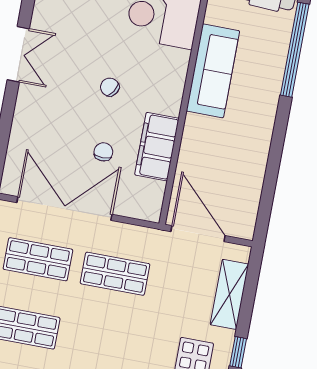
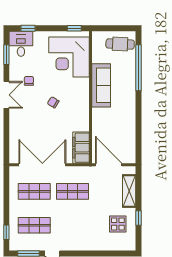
filing cabinet: (157, 147) -> (81, 148), moved
chair: (103, 152) -> (29, 81), moved

